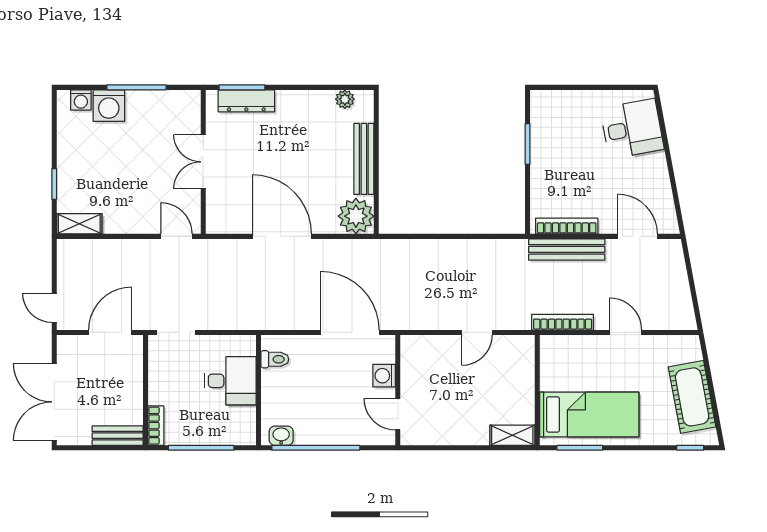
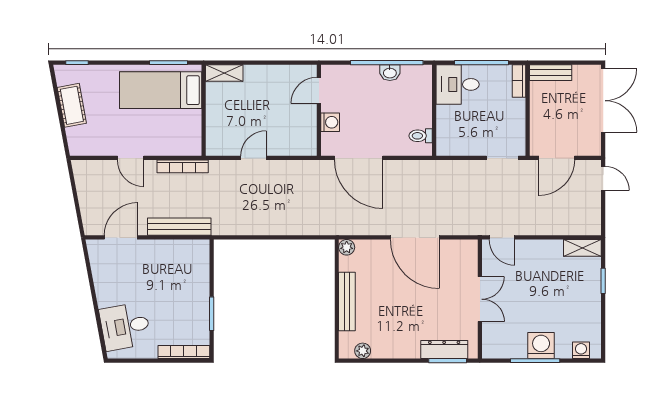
washing machine: (109, 106) -> (541, 346), moved
plant: (356, 216) -> (347, 247), width x0.53, depth x0.53
bookcase: (567, 226) -> (184, 352), moved, turned 180
door: (637, 236) -> (121, 237), swing flipped
desk: (230, 381) -> (458, 84), moved
cot: (692, 397) -> (72, 105), width x0.73, depth x0.75
door: (398, 414) -> (319, 90), swing flipped
washbasin: (281, 436) -> (390, 73), moved

